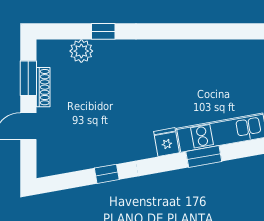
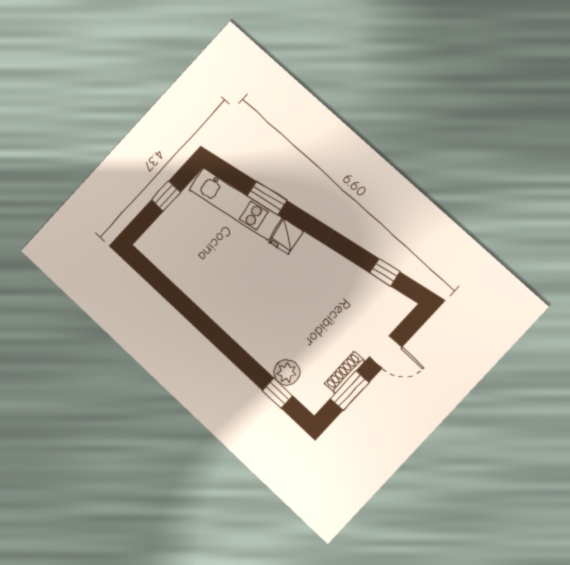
window: (103, 31) -> (277, 393), moved
window: (107, 174) -> (385, 272), moved

